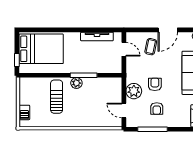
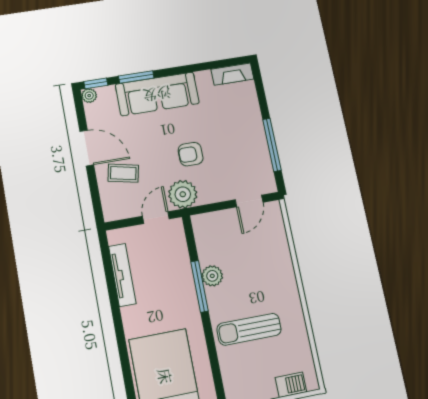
door: (124, 49) -> (156, 218), moved
plant: (76, 83) -> (212, 276), moved
plant: (134, 91) -> (183, 194), moved
armchair: (157, 108) -> (233, 143), removed

